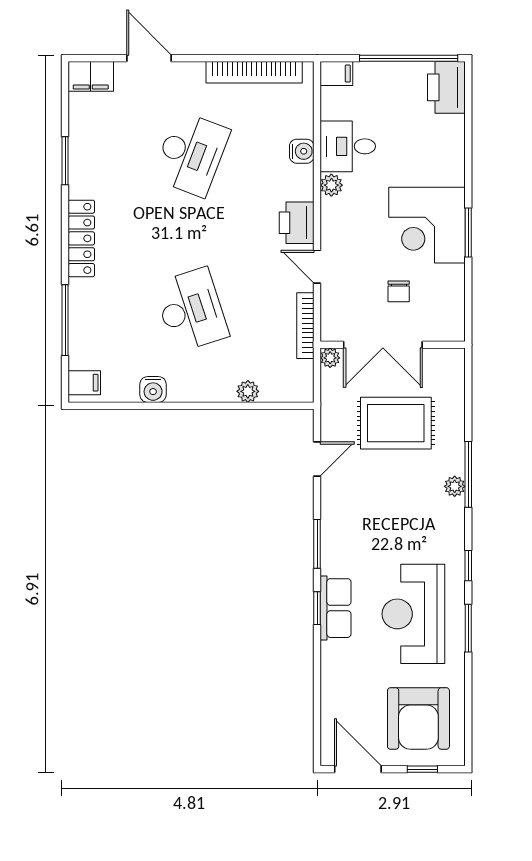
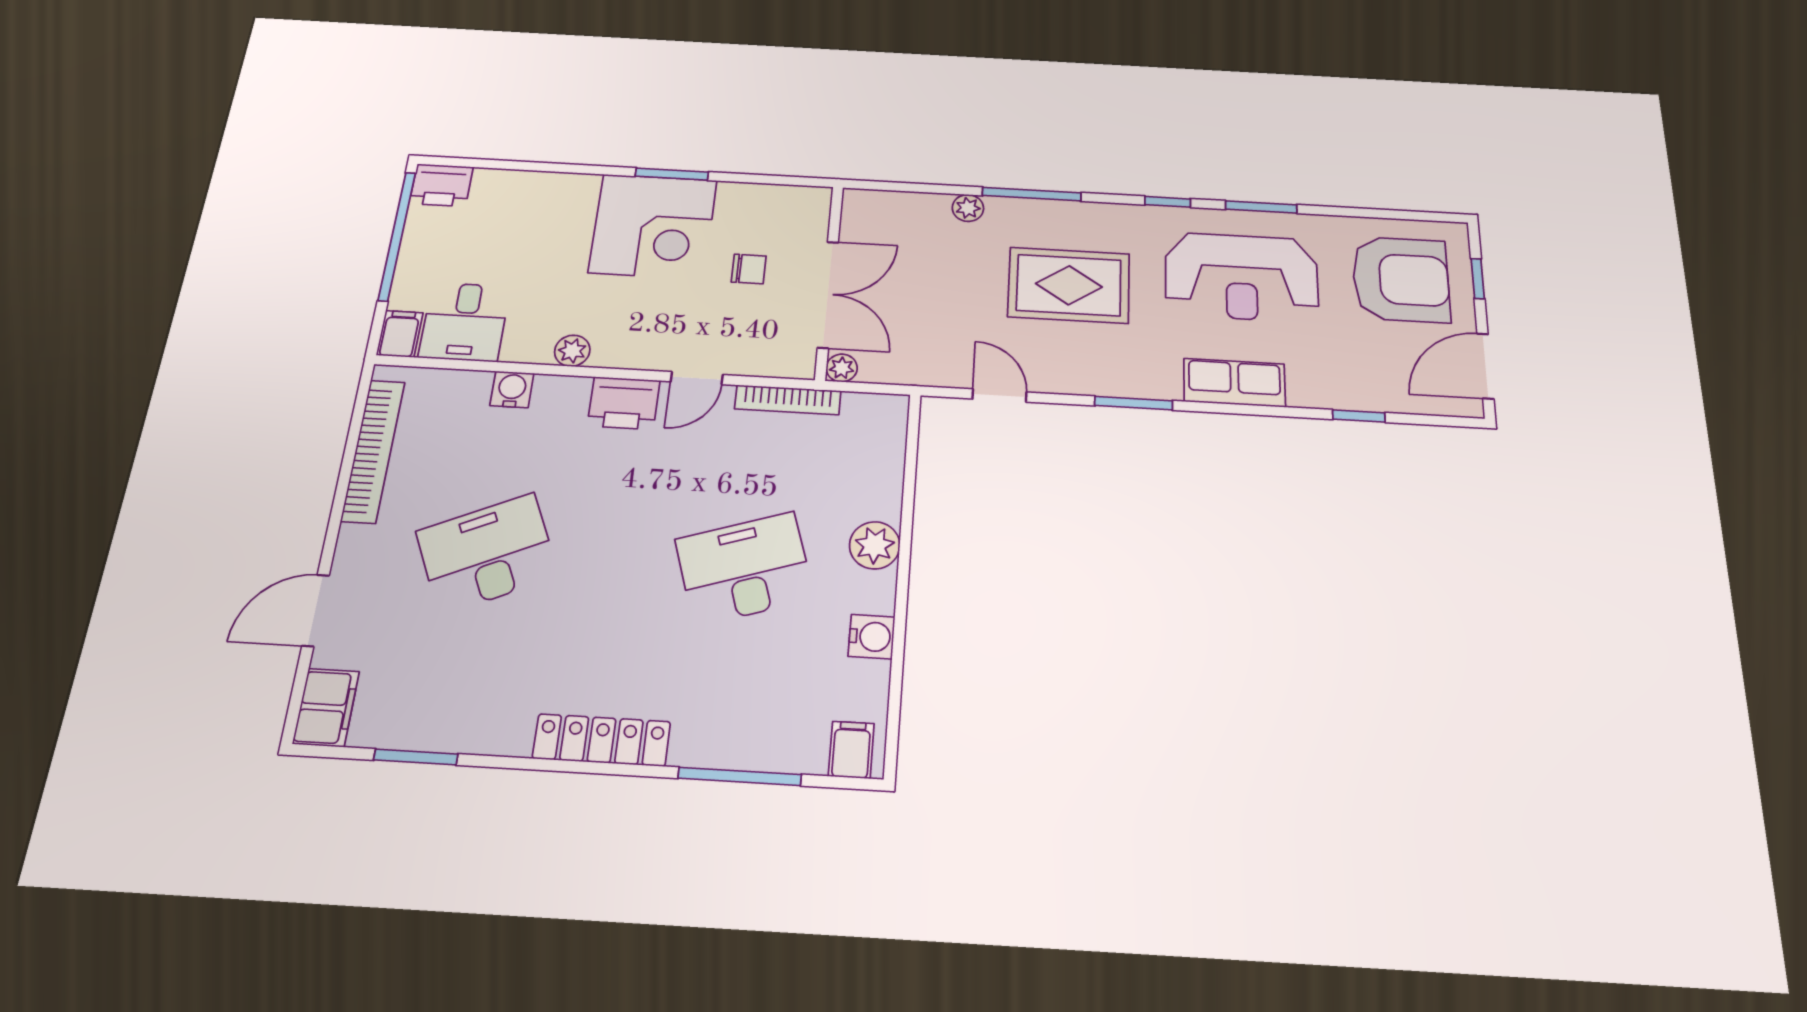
printer: (446, 87) -> (441, 185), width x0.73, depth x0.84
desk: (348, 146) -> (465, 322), moved
desk: (191, 154) -> (487, 554), turned -45
window: (65, 161) -> (416, 757), moved
plant: (248, 391) -> (875, 545), moved, width x1.38, depth x1.38
rug: (396, 423) -> (1069, 285), moved, turned 90
plant: (455, 486) -> (968, 208), moved
window: (317, 608) -> (1359, 416), moved

